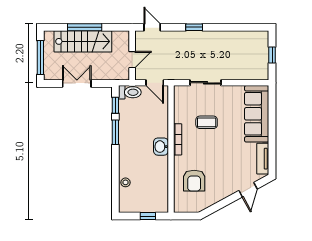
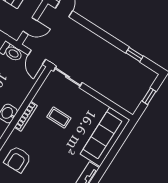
window: (194, 27) -> (134, 54), moved
sliding door: (206, 83) -> (68, 77), moved

